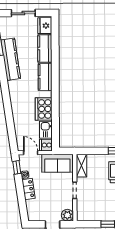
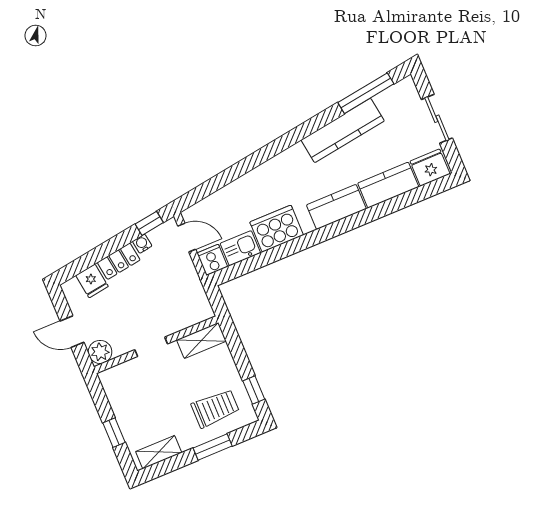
door: (31, 153) -> (187, 238), hinge flipped
sofa: (57, 163) -> (188, 295), removed
fridge: (33, 205) -> (92, 281), added

